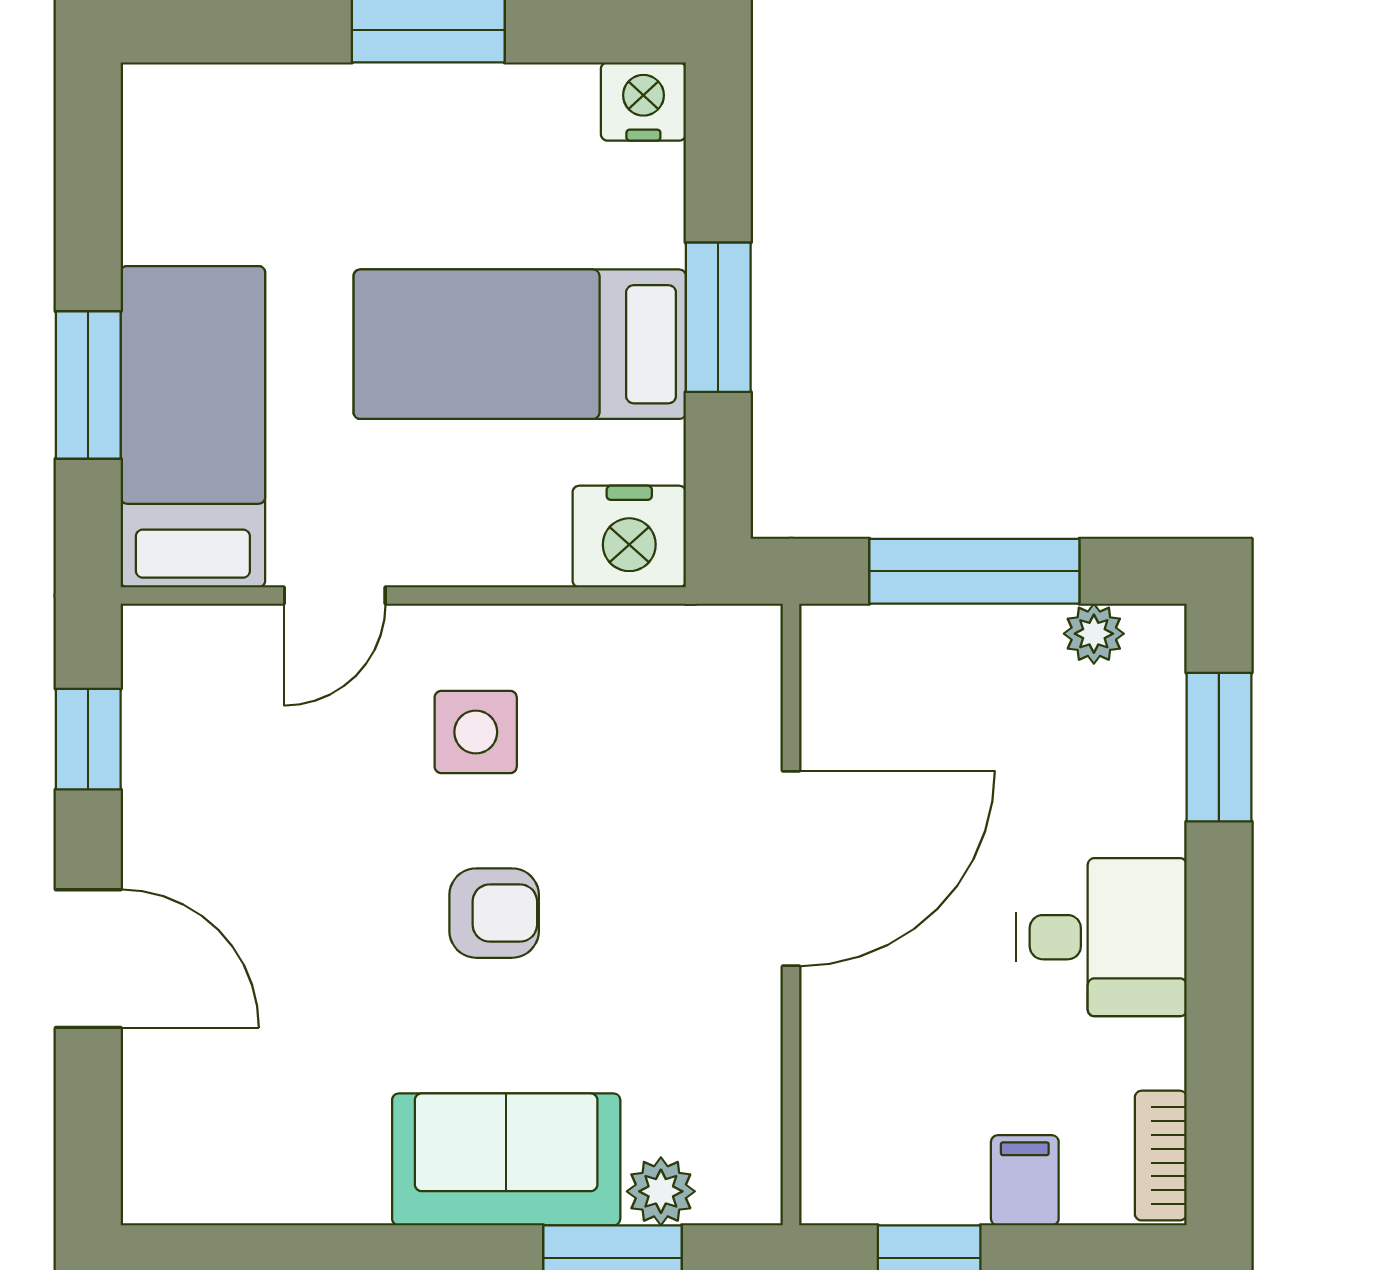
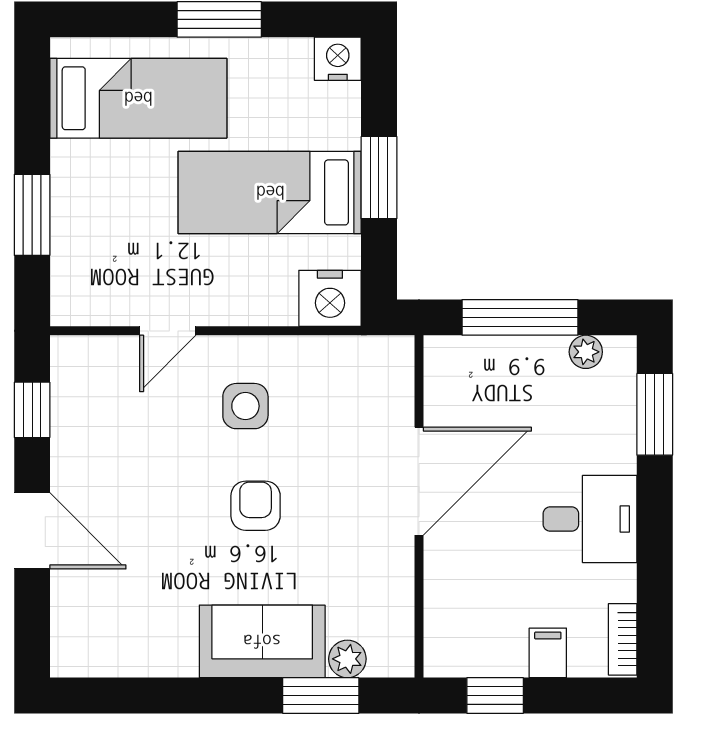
bed: (193, 427) -> (138, 98), moved, turned 90
armchair: (494, 913) -> (256, 506), turned -90

